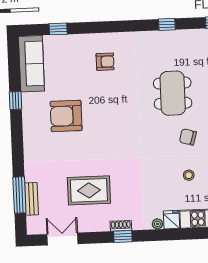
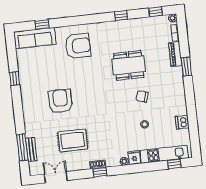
armchair: (105, 62) -> (78, 46), width x1.88, depth x1.88
sofa: (31, 64) -> (35, 38), moved, turned 90
dining table: (173, 93) -> (129, 65), turned 90
armchair: (66, 116) -> (60, 101), moved, turned 90

